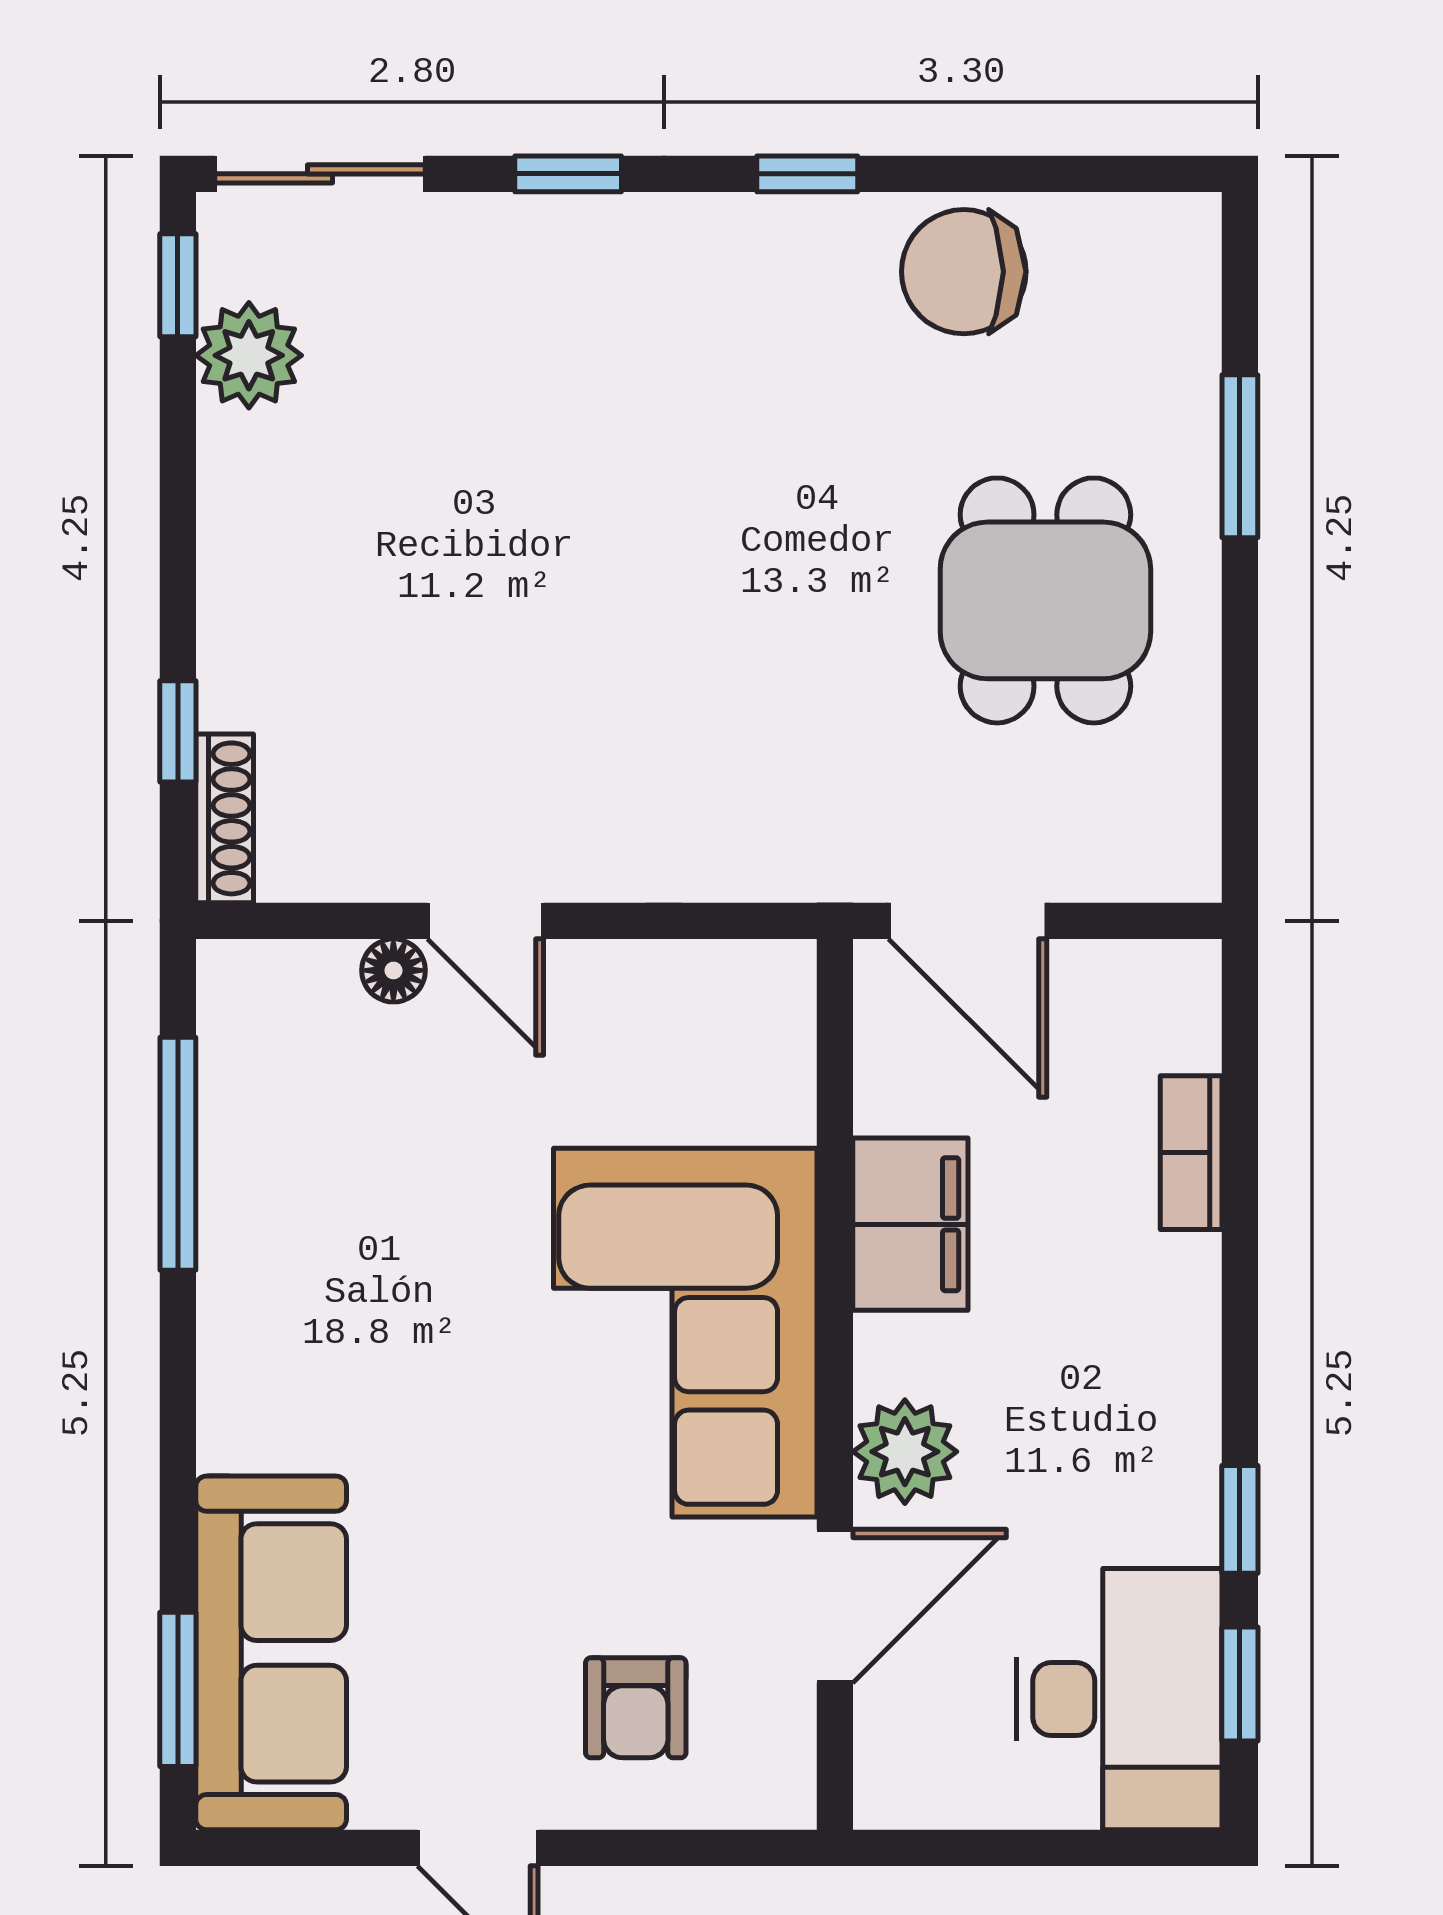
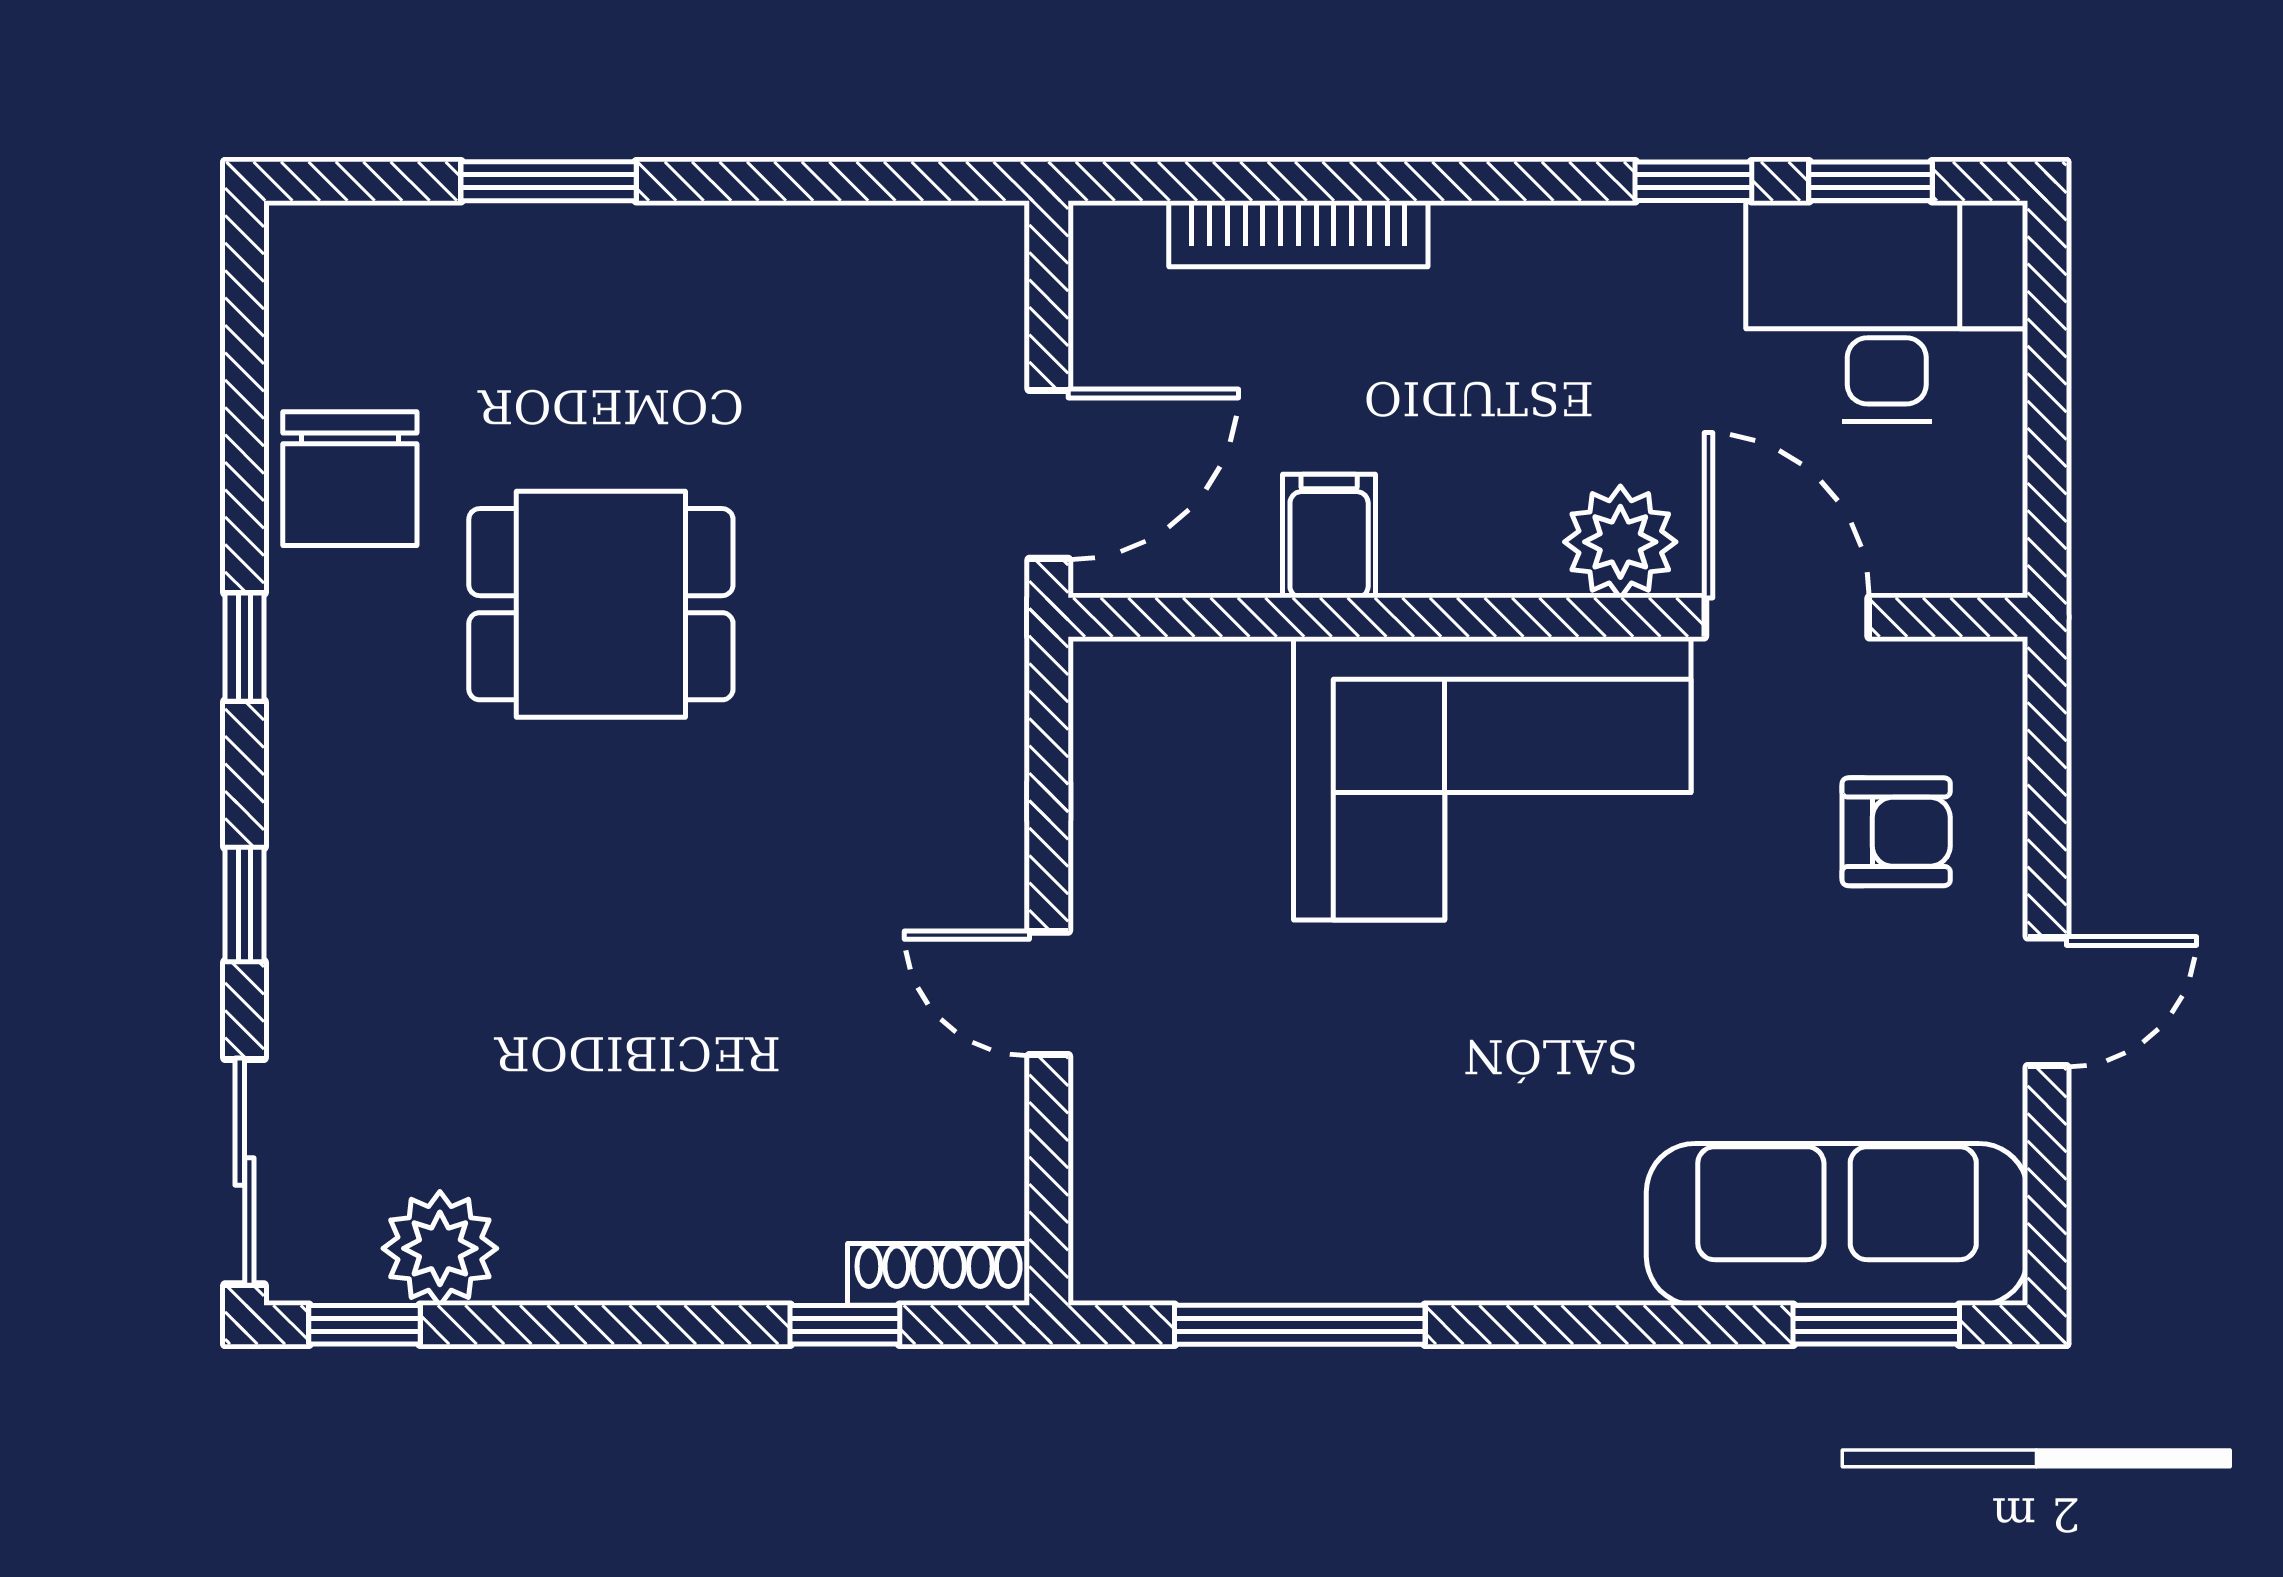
dining table: (1045, 600) -> (601, 604), moved
door: (486, 921) -> (1049, 993), swing flipped
floor lamp: (393, 970) -> (1102, 1093), removed
bookcase: (1191, 1153) -> (1298, 234), width x1.56
filing cabinet: (910, 1224) -> (1329, 536), width x0.50

